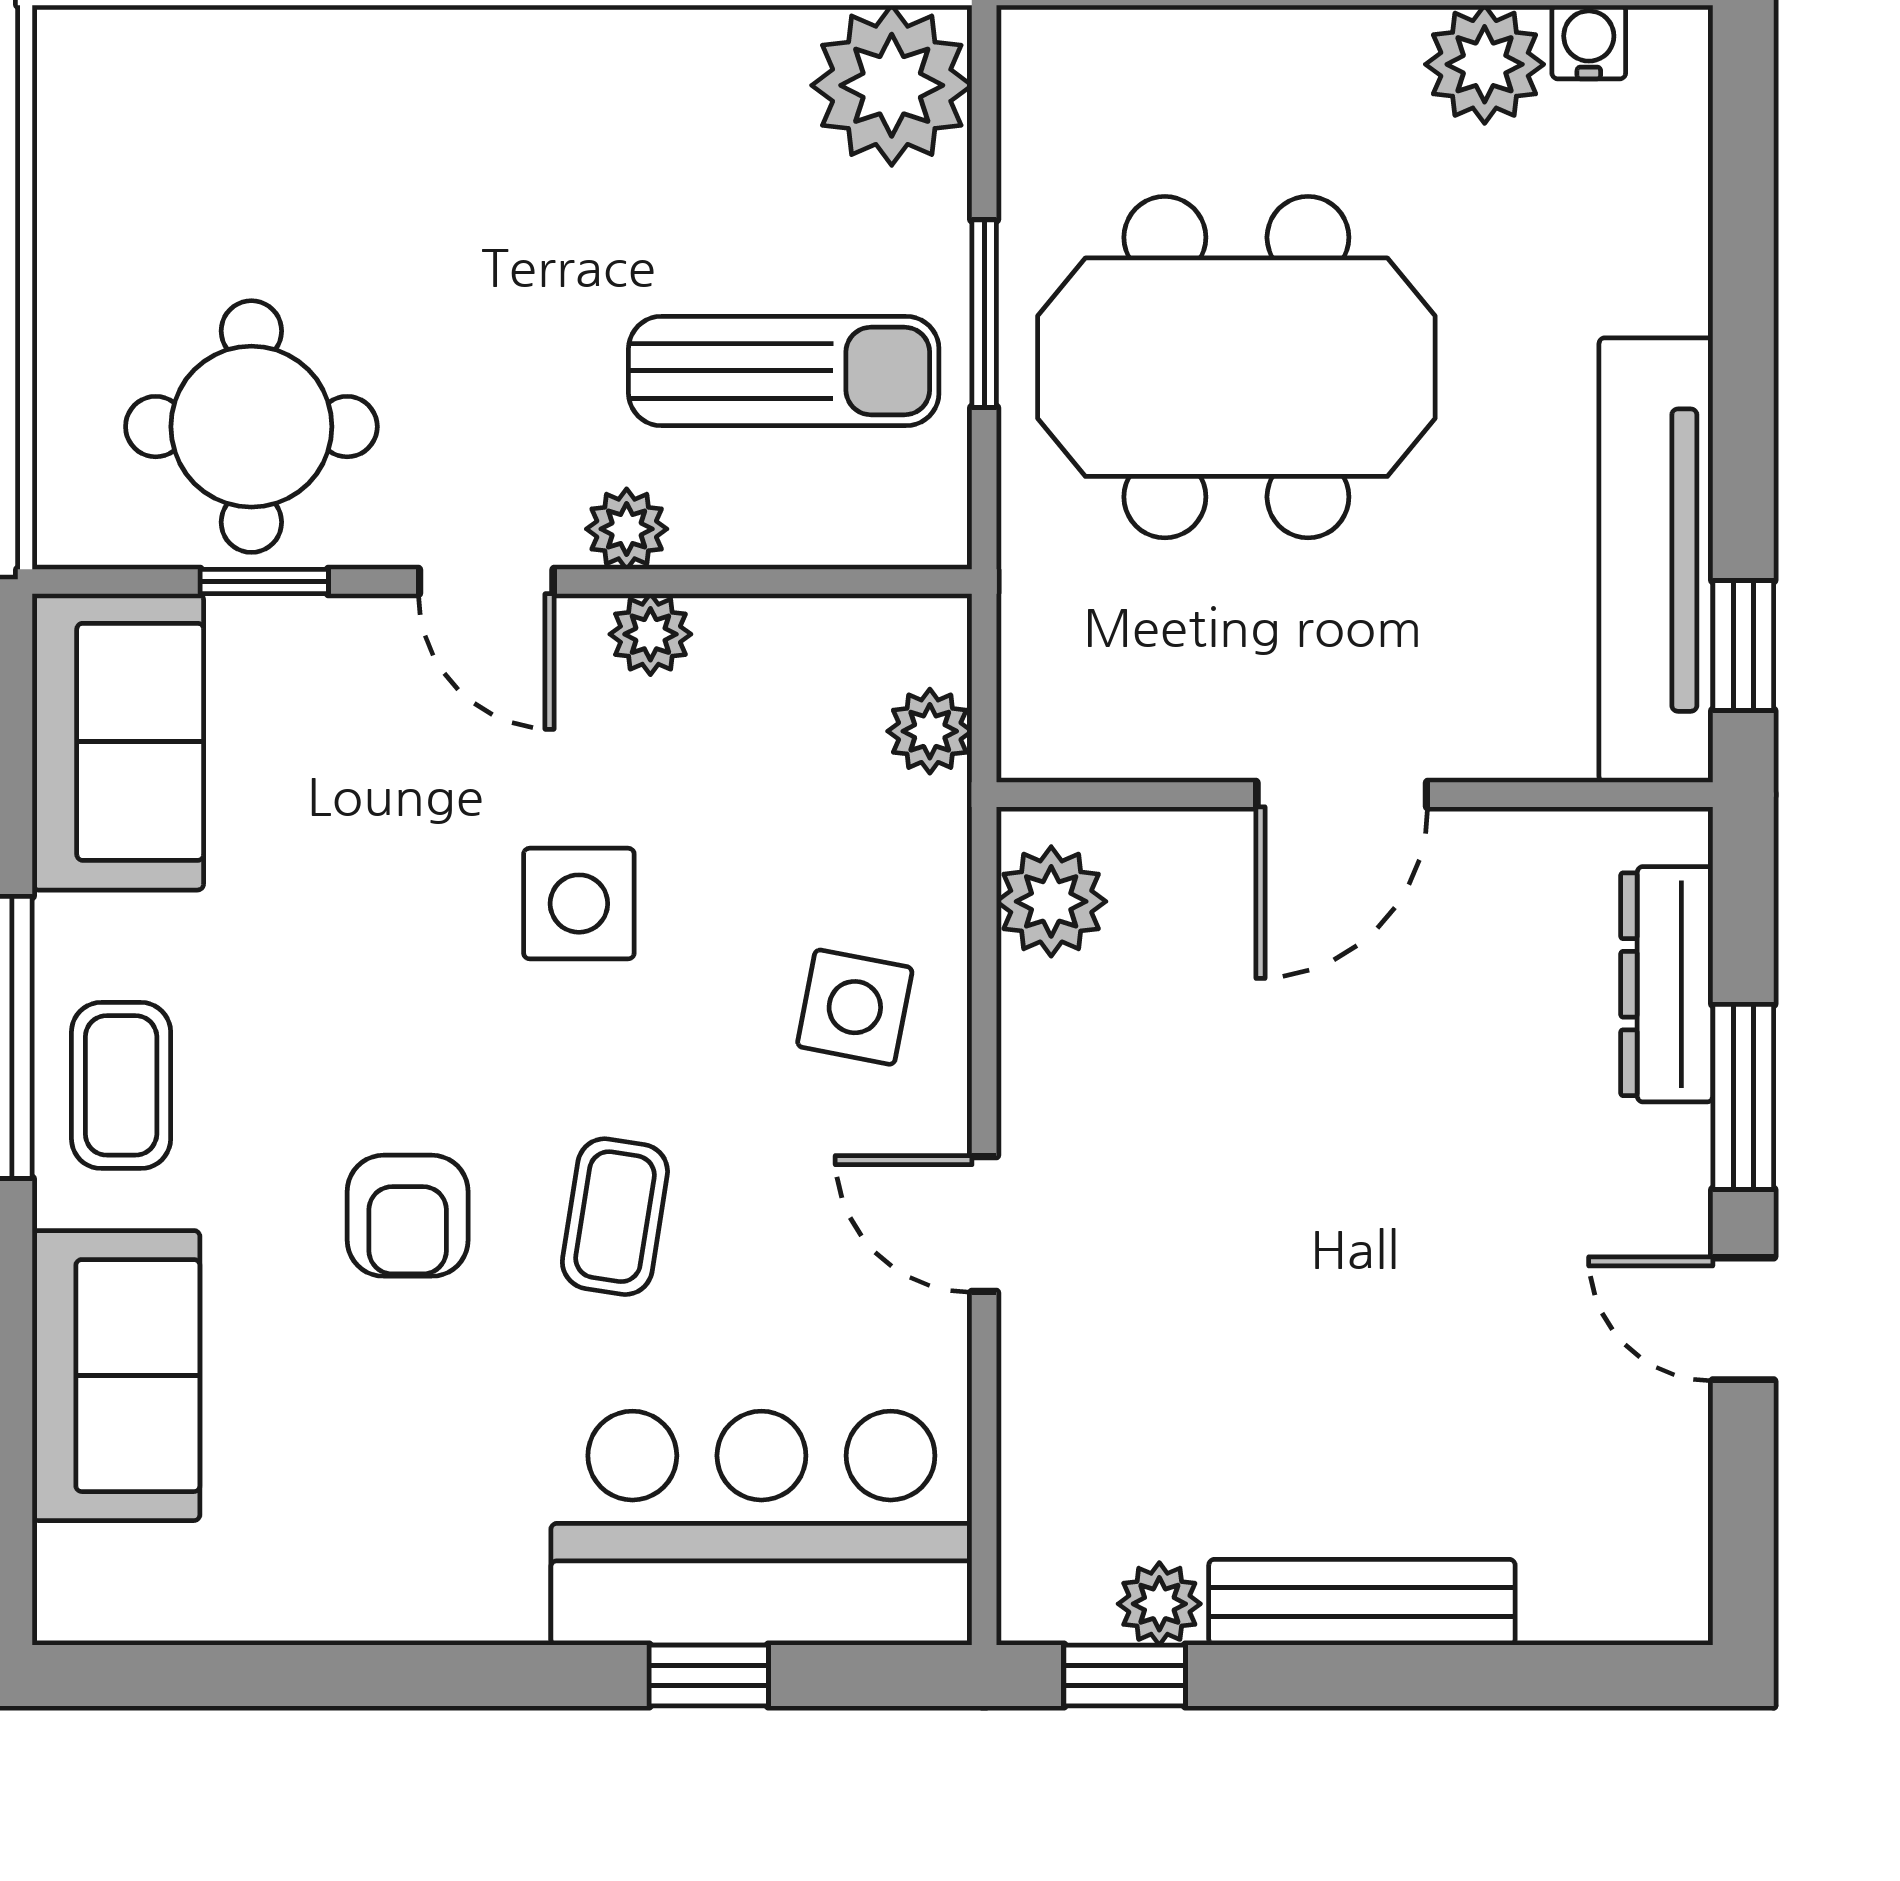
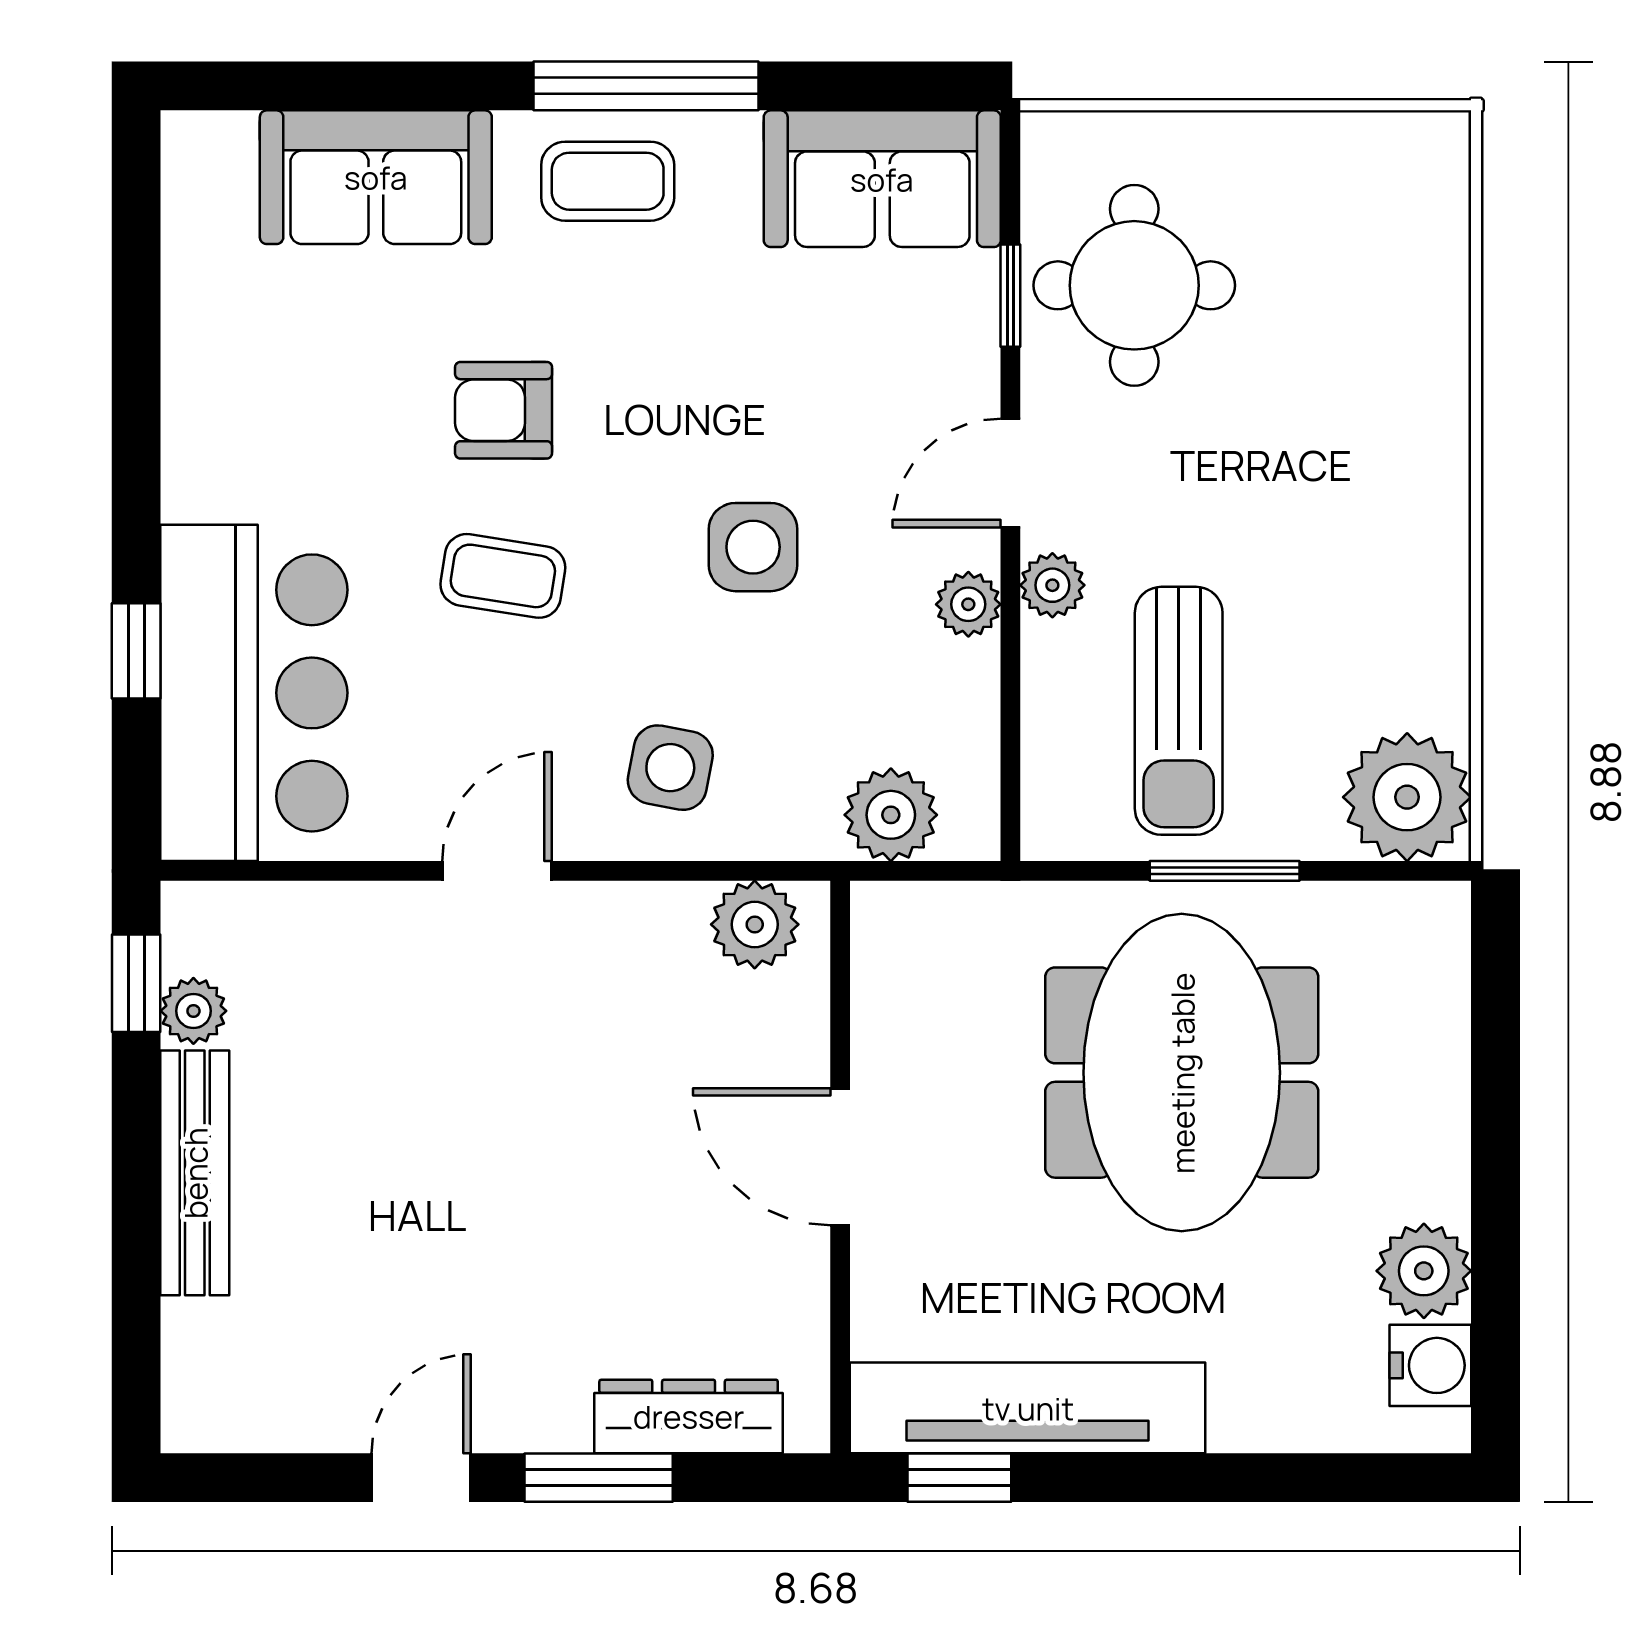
water cooler: (1589, 42) -> (1430, 1365), width x1.38, depth x1.38
plant: (930, 731) -> (891, 815), width x1.38, depth x1.38

